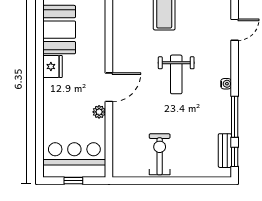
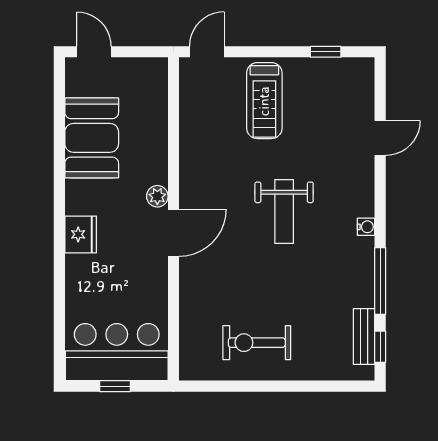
fridge: (52, 67) -> (81, 234), moved
plant: (99, 112) -> (157, 196), moved
exercise bike: (160, 154) -> (257, 343), turned -90

